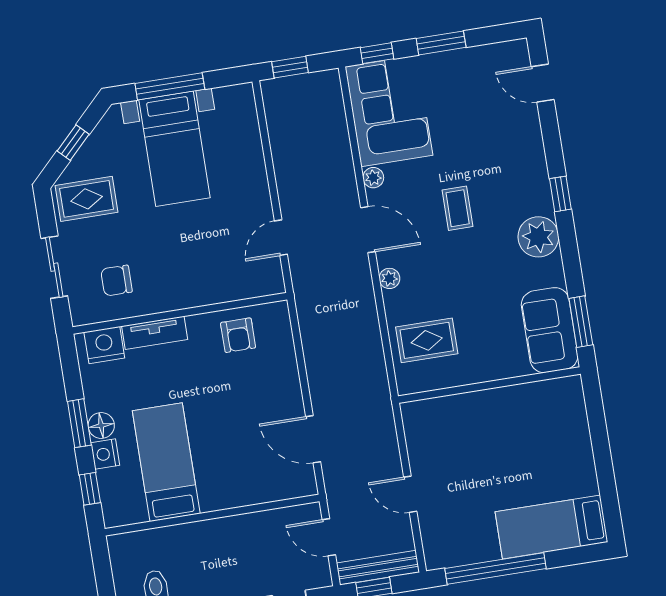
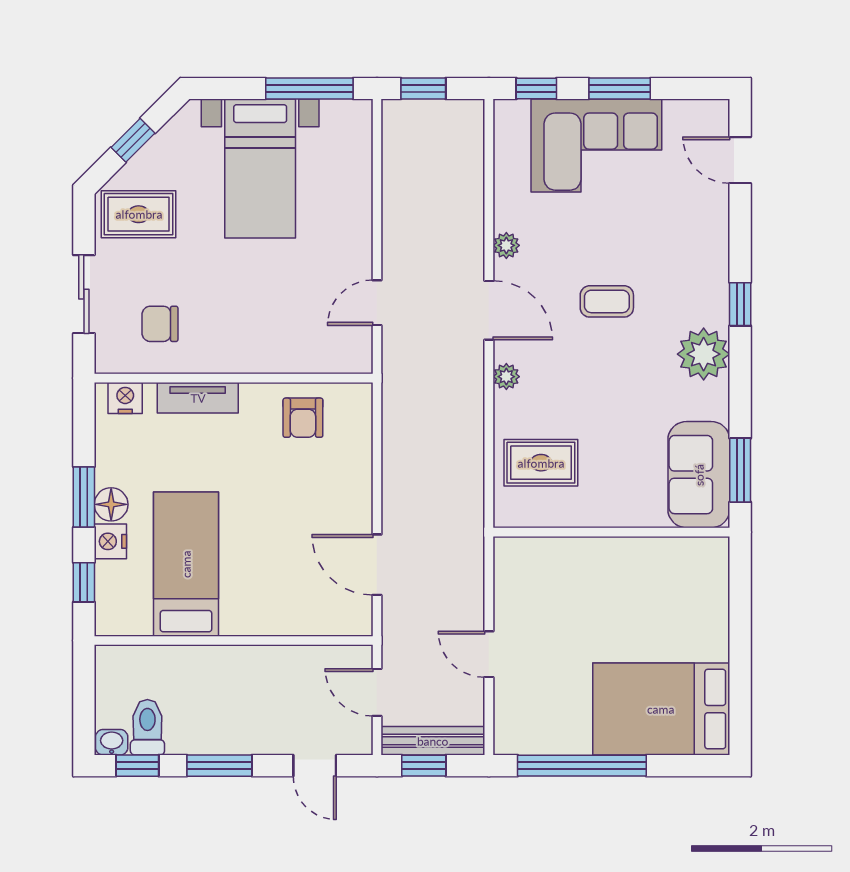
window: (170, 86) -> (309, 88), moved
corner sofa: (389, 111) -> (596, 146), moved, turned 90
coffee table: (458, 208) -> (607, 301), turned 90
nightstand: (104, 345) -> (125, 398), width x0.74, depth x0.75
bed: (551, 527) -> (661, 709), width x1.50

